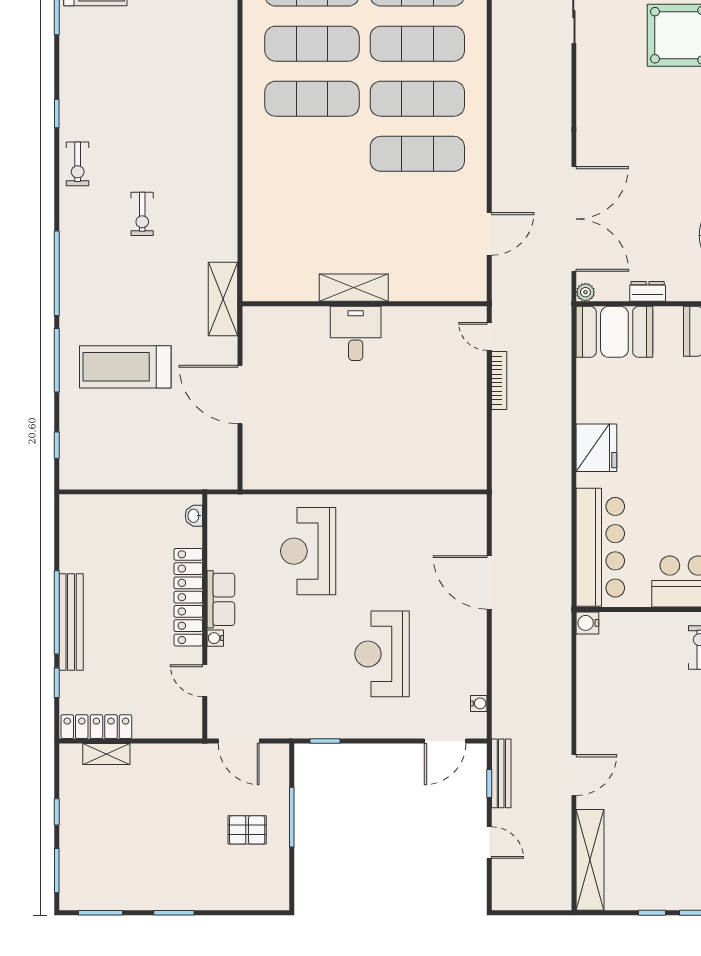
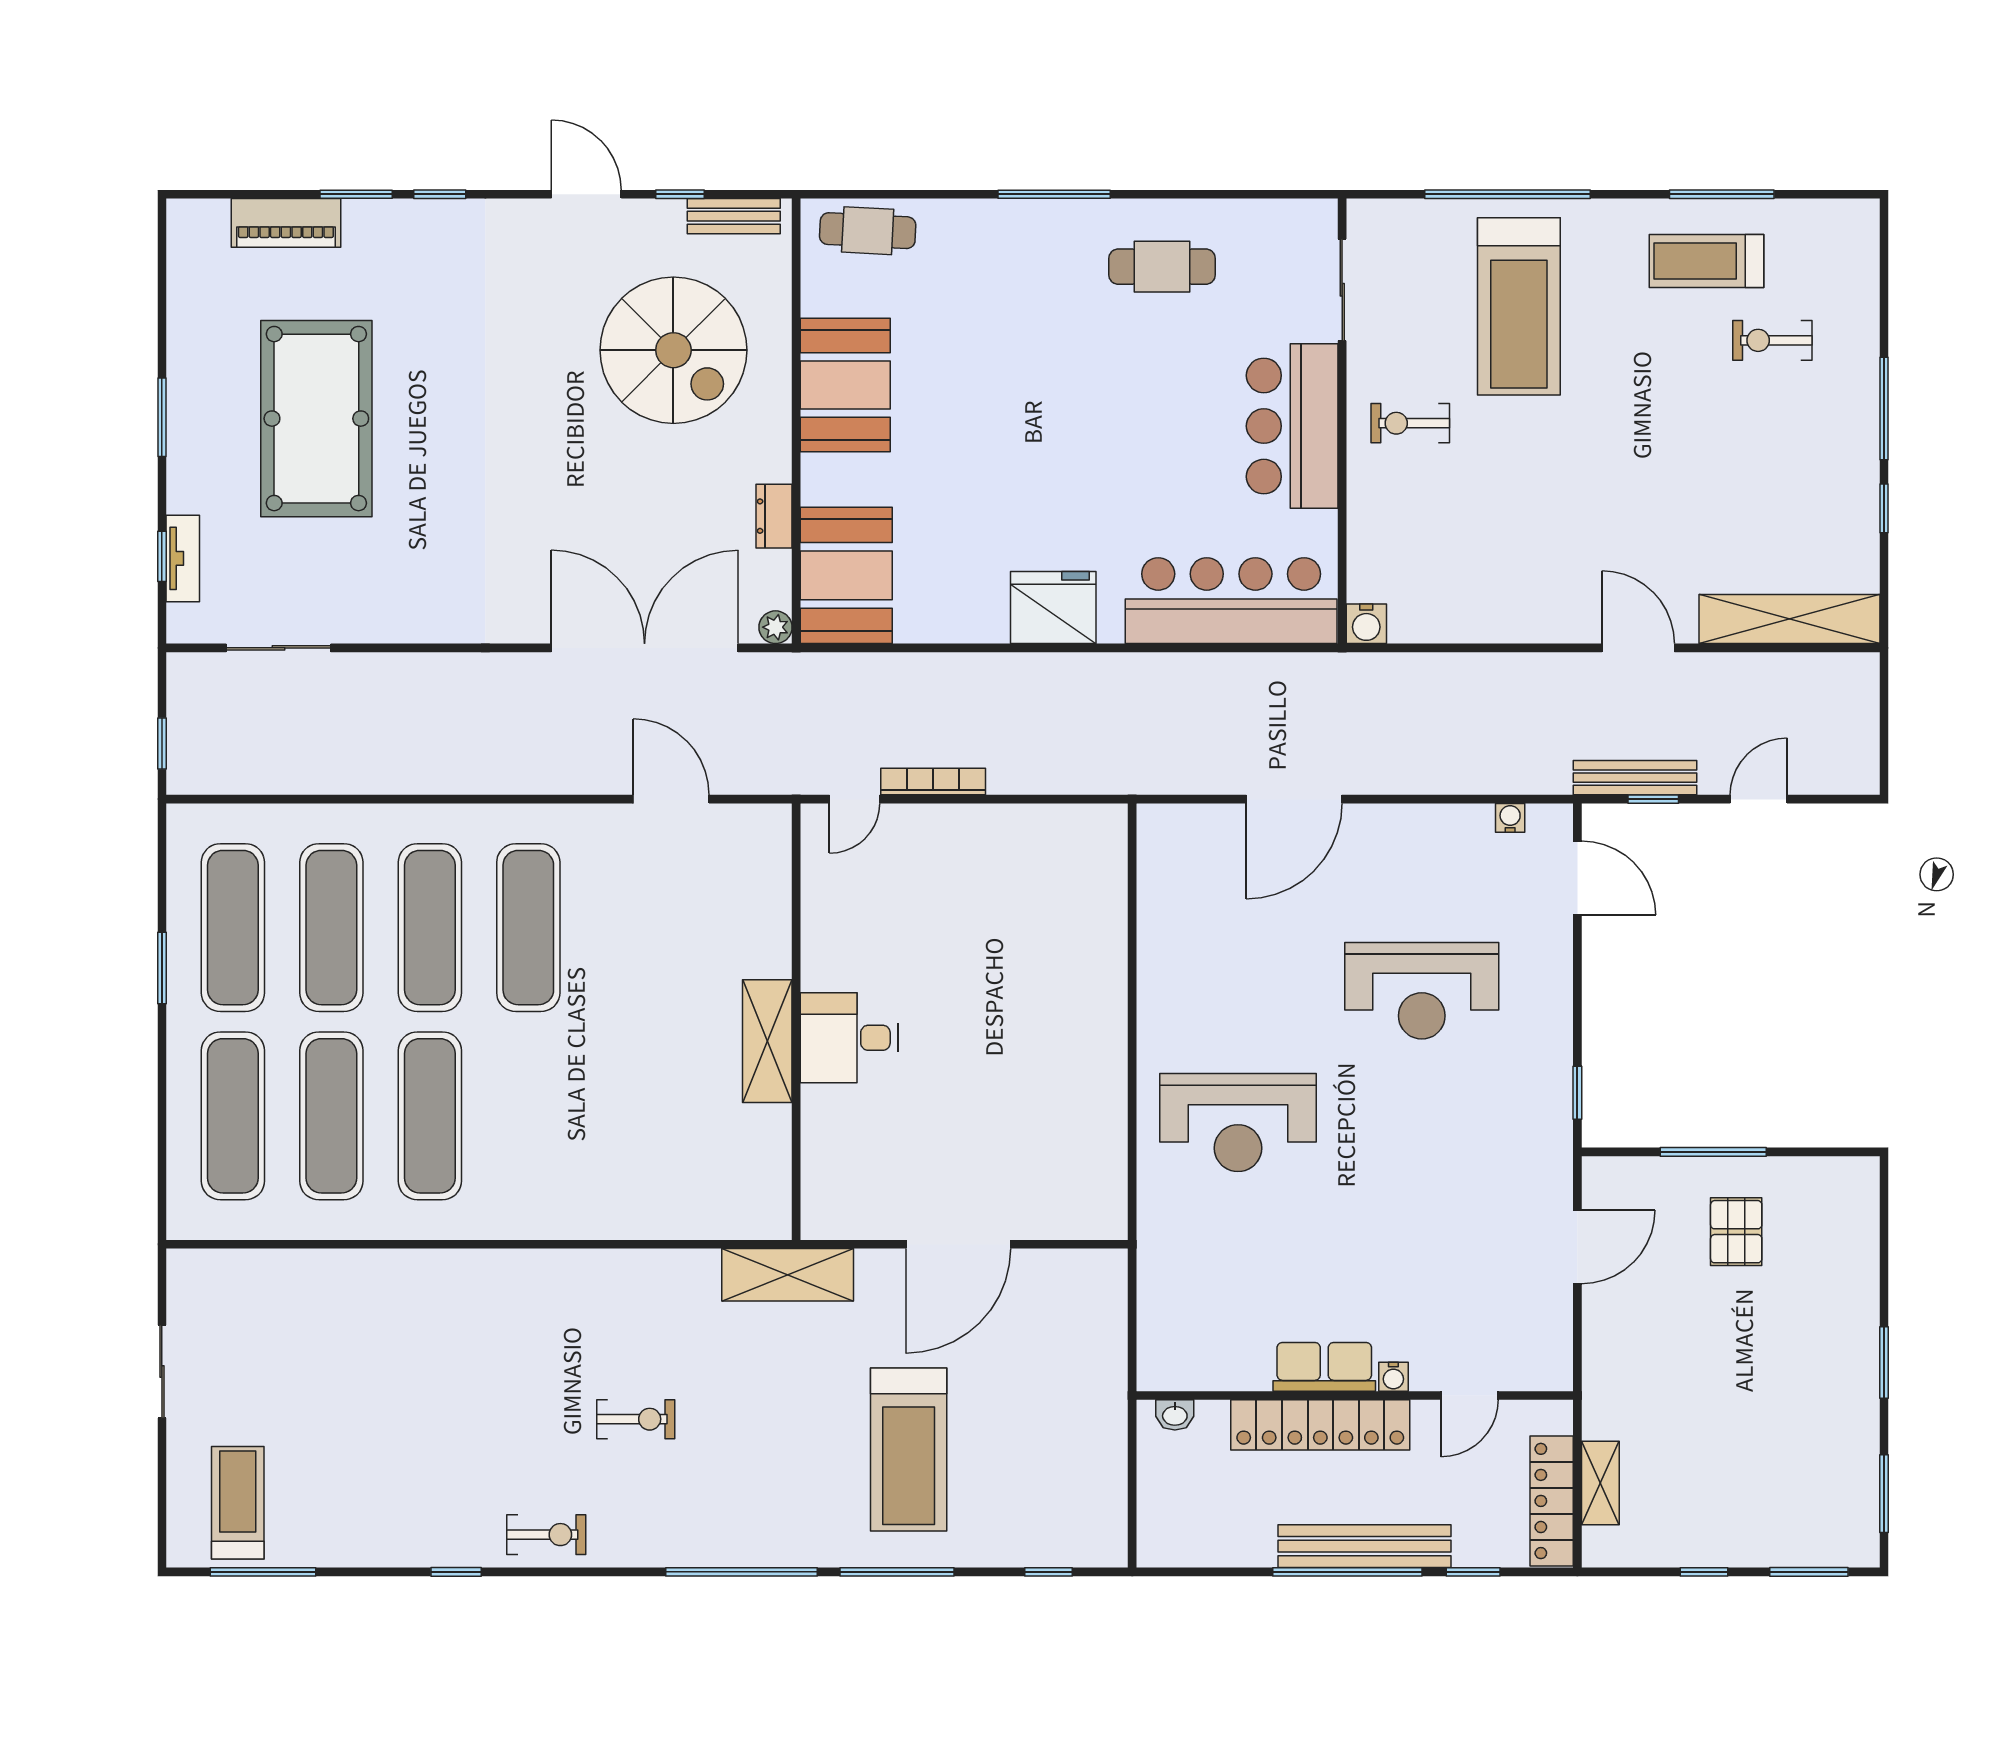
washbasin: (194, 516) -> (1175, 1415), moved
locker: (188, 597) -> (1320, 1425), moved
row of seats: (221, 599) -> (1324, 1367), moved
wall: (205, 616) -> (1355, 1395), moved
water cooler: (215, 638) -> (1393, 1377), moved
door: (205, 681) -> (1470, 1395), moved

